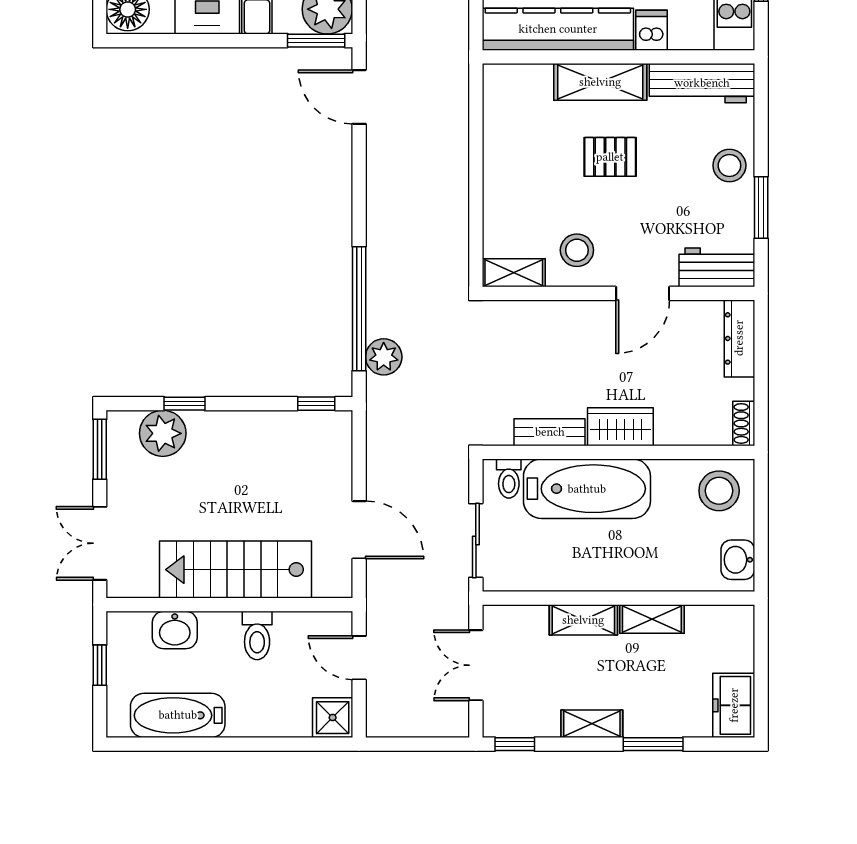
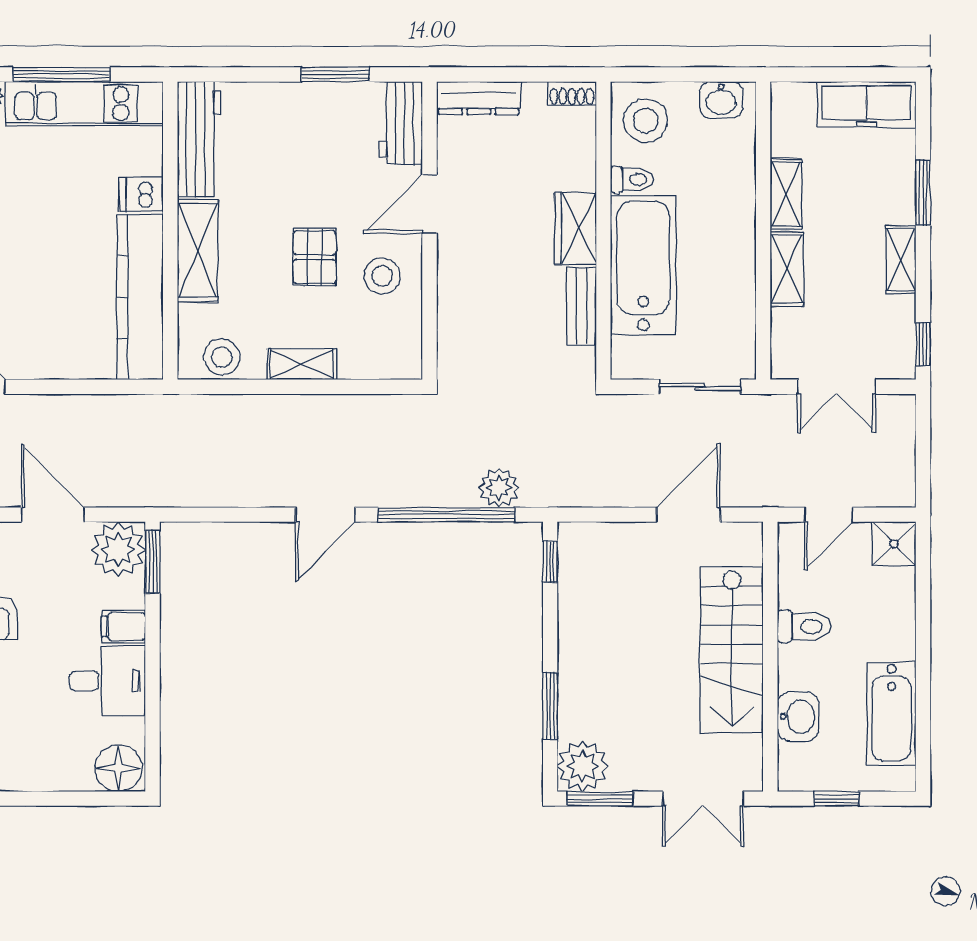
door: (359, 97) -> (325, 515), moved
pallet: (610, 157) -> (315, 257), moved
stool: (729, 165) -> (222, 357), moved
shelving: (514, 273) -> (302, 364), moved, turned 90
door: (643, 293) -> (429, 204), swing flipped
window: (184, 404) -> (550, 706), width x1.50
plant: (163, 433) -> (583, 766), moved
toilet: (509, 478) -> (632, 180), moved
freezer: (734, 705) -> (866, 104), width x1.40

